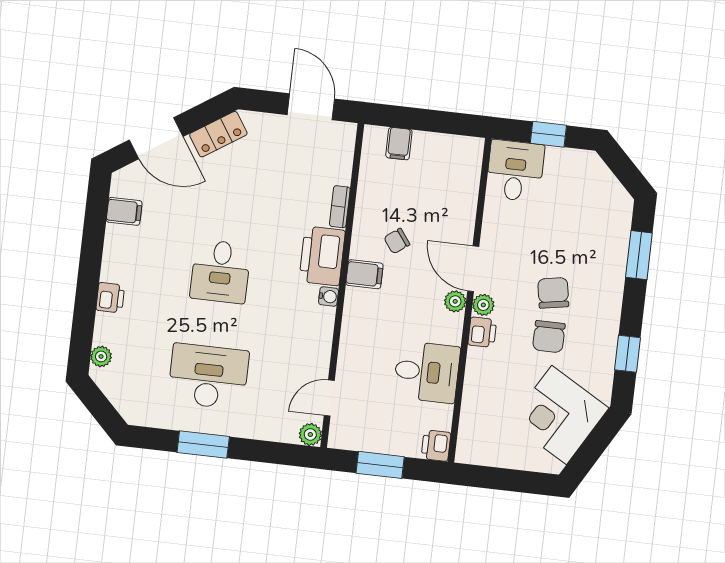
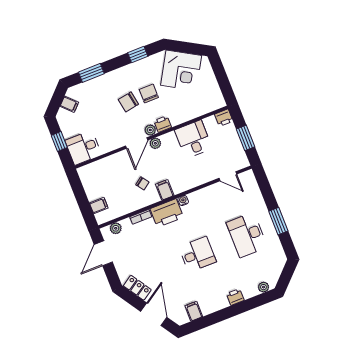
filing cabinet: (605, 187) -> (69, 104), added
chair: (549, 337) -> (149, 93), turned -90
plant: (310, 434) -> (116, 228), moved

